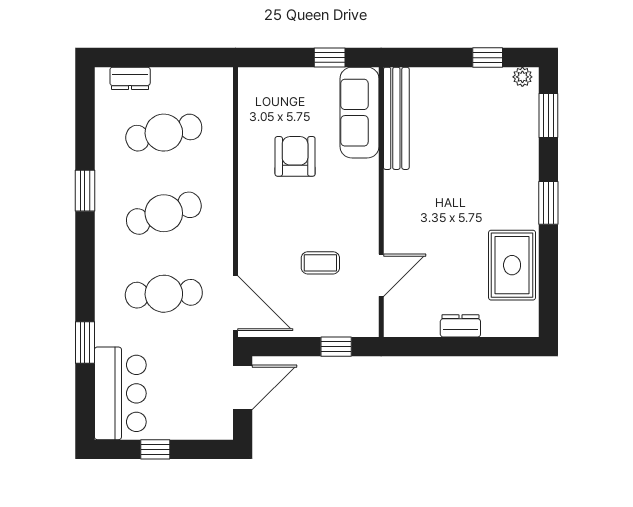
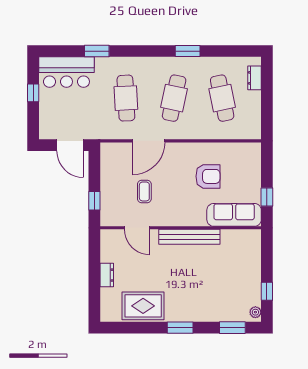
bench: (396, 118) -> (189, 237), moved
cafe table: (164, 213) -> (174, 98), turned 30
door: (235, 303) -> (148, 141), moved

